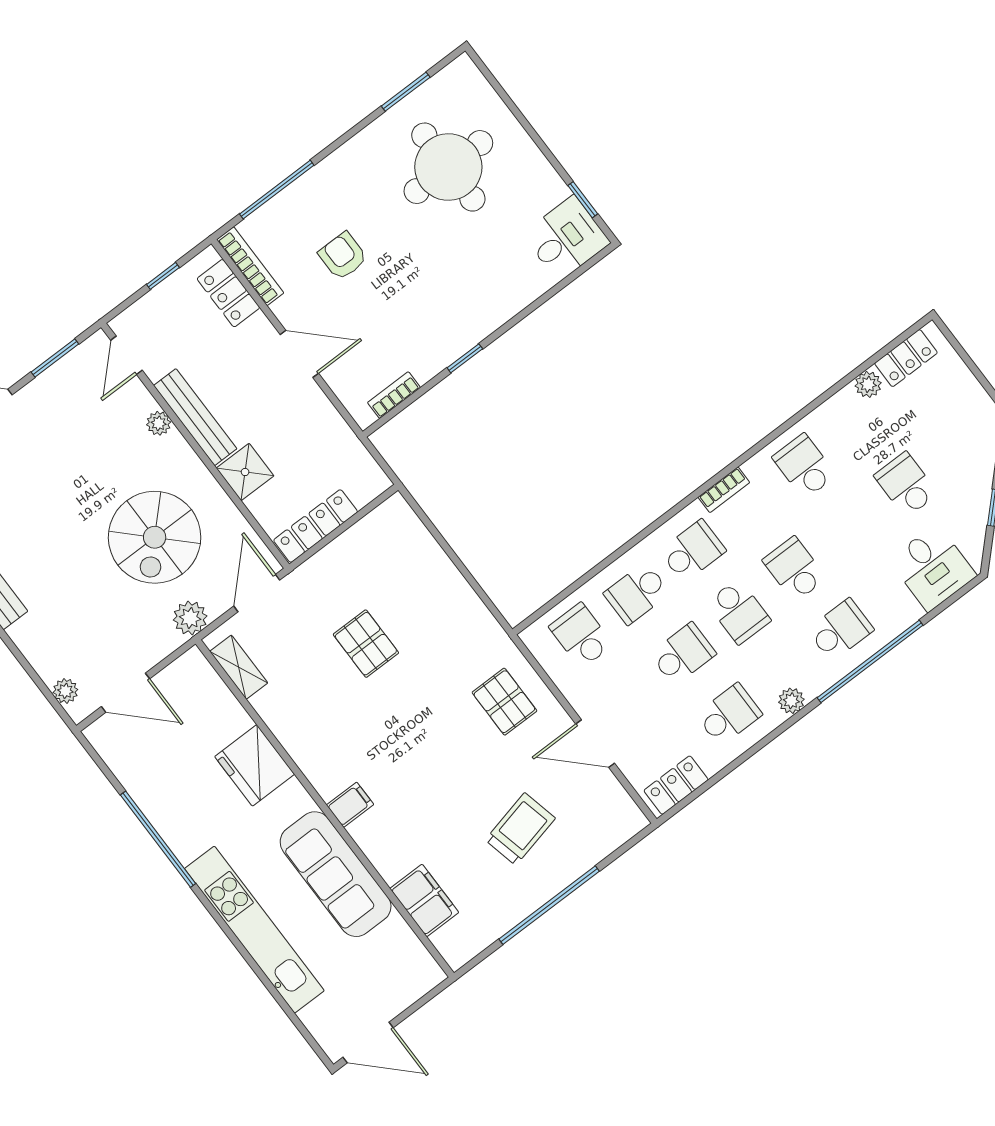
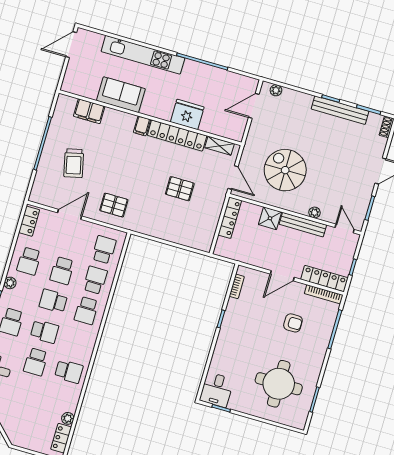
locker: (228, 293) -> (324, 279), width x1.53
school desk: (906, 485) -> (36, 362), moved, turned 90
bookcase: (724, 490) -> (92, 341), removed
plant: (190, 618) -> (250, 150), removed
school desk: (581, 636) -> (104, 250), turned -90
locker: (300, 741) -> (177, 136), added
sofa: (336, 874) -> (121, 95), width x0.73

